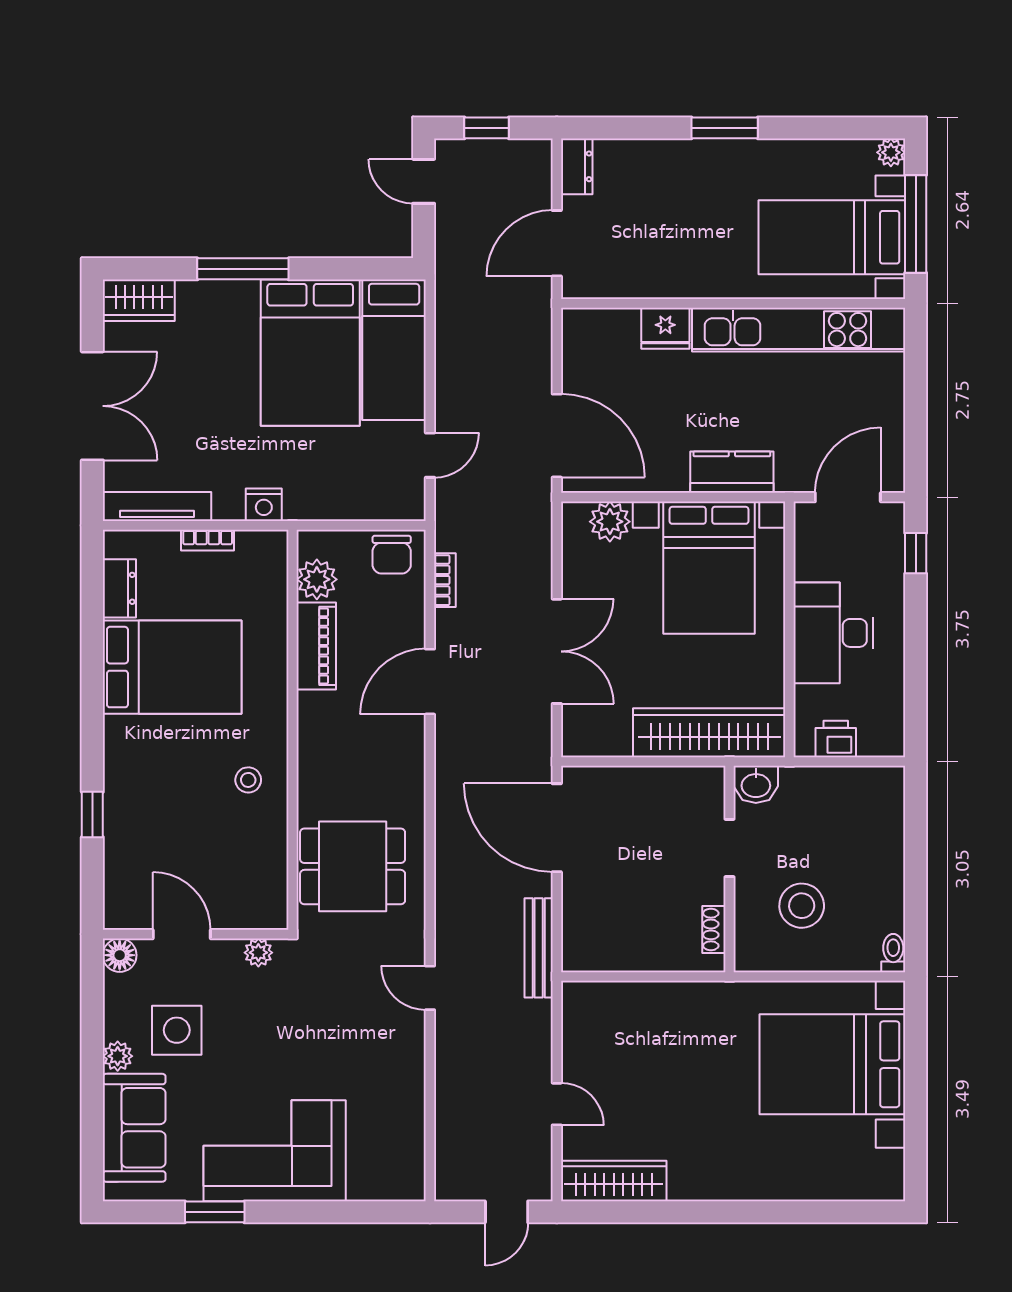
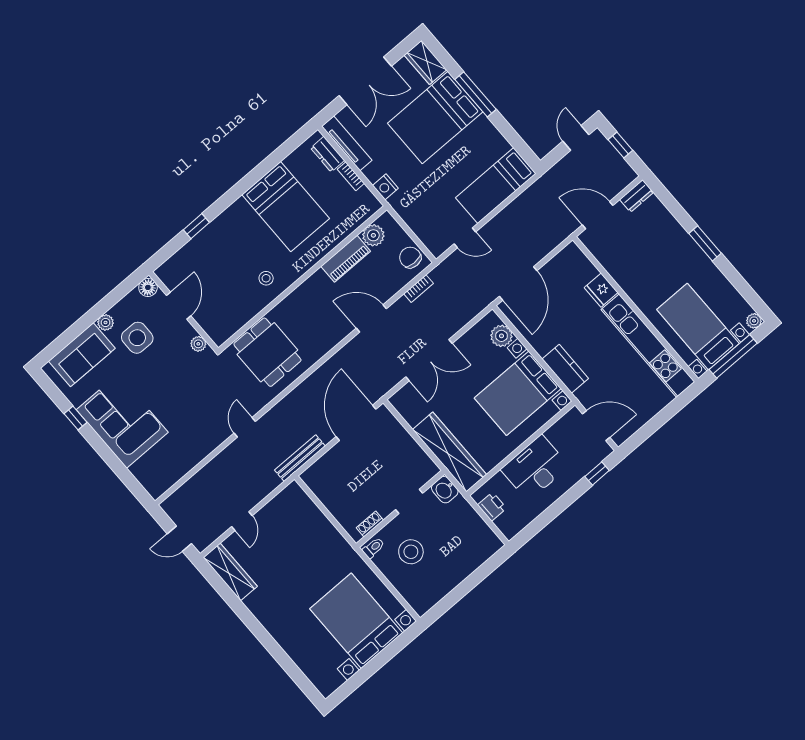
bed: (310, 353) -> (435, 118), moved
chair: (392, 555) -> (410, 257), turned 90
dresser: (119, 588) -> (328, 154), moved, turned 90
toilet: (893, 953) -> (373, 548), moved
window: (215, 1212) -> (76, 418), width x0.67

